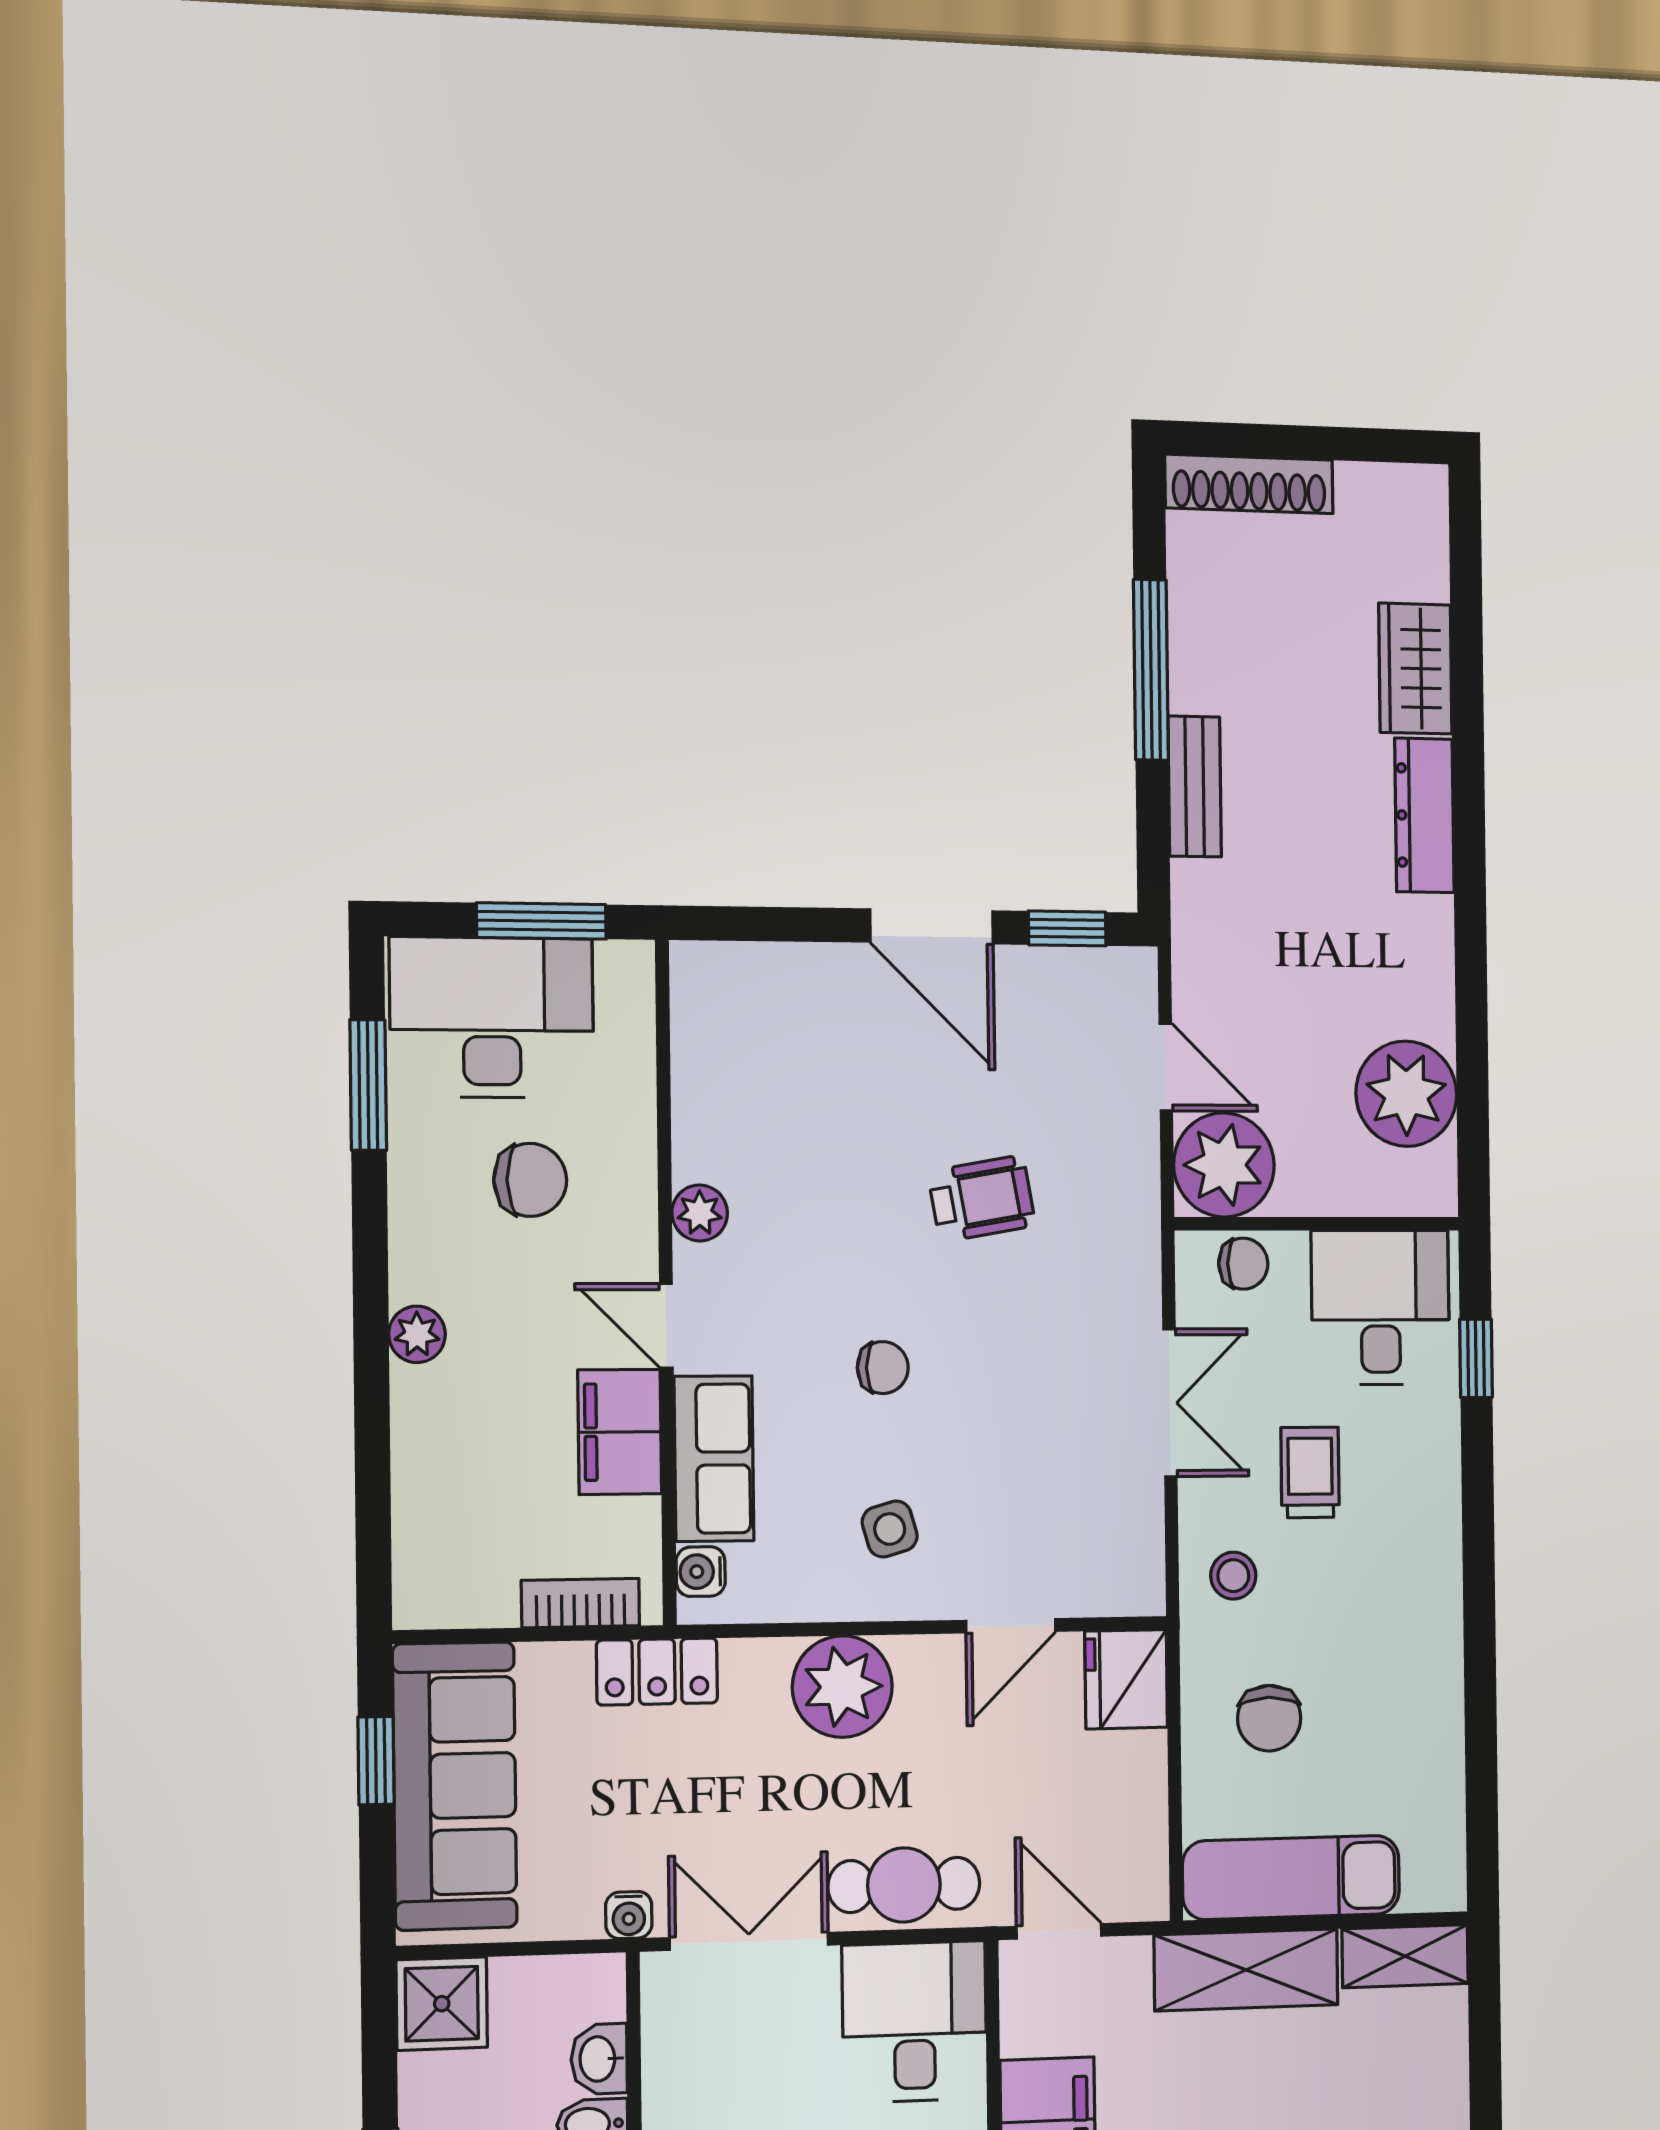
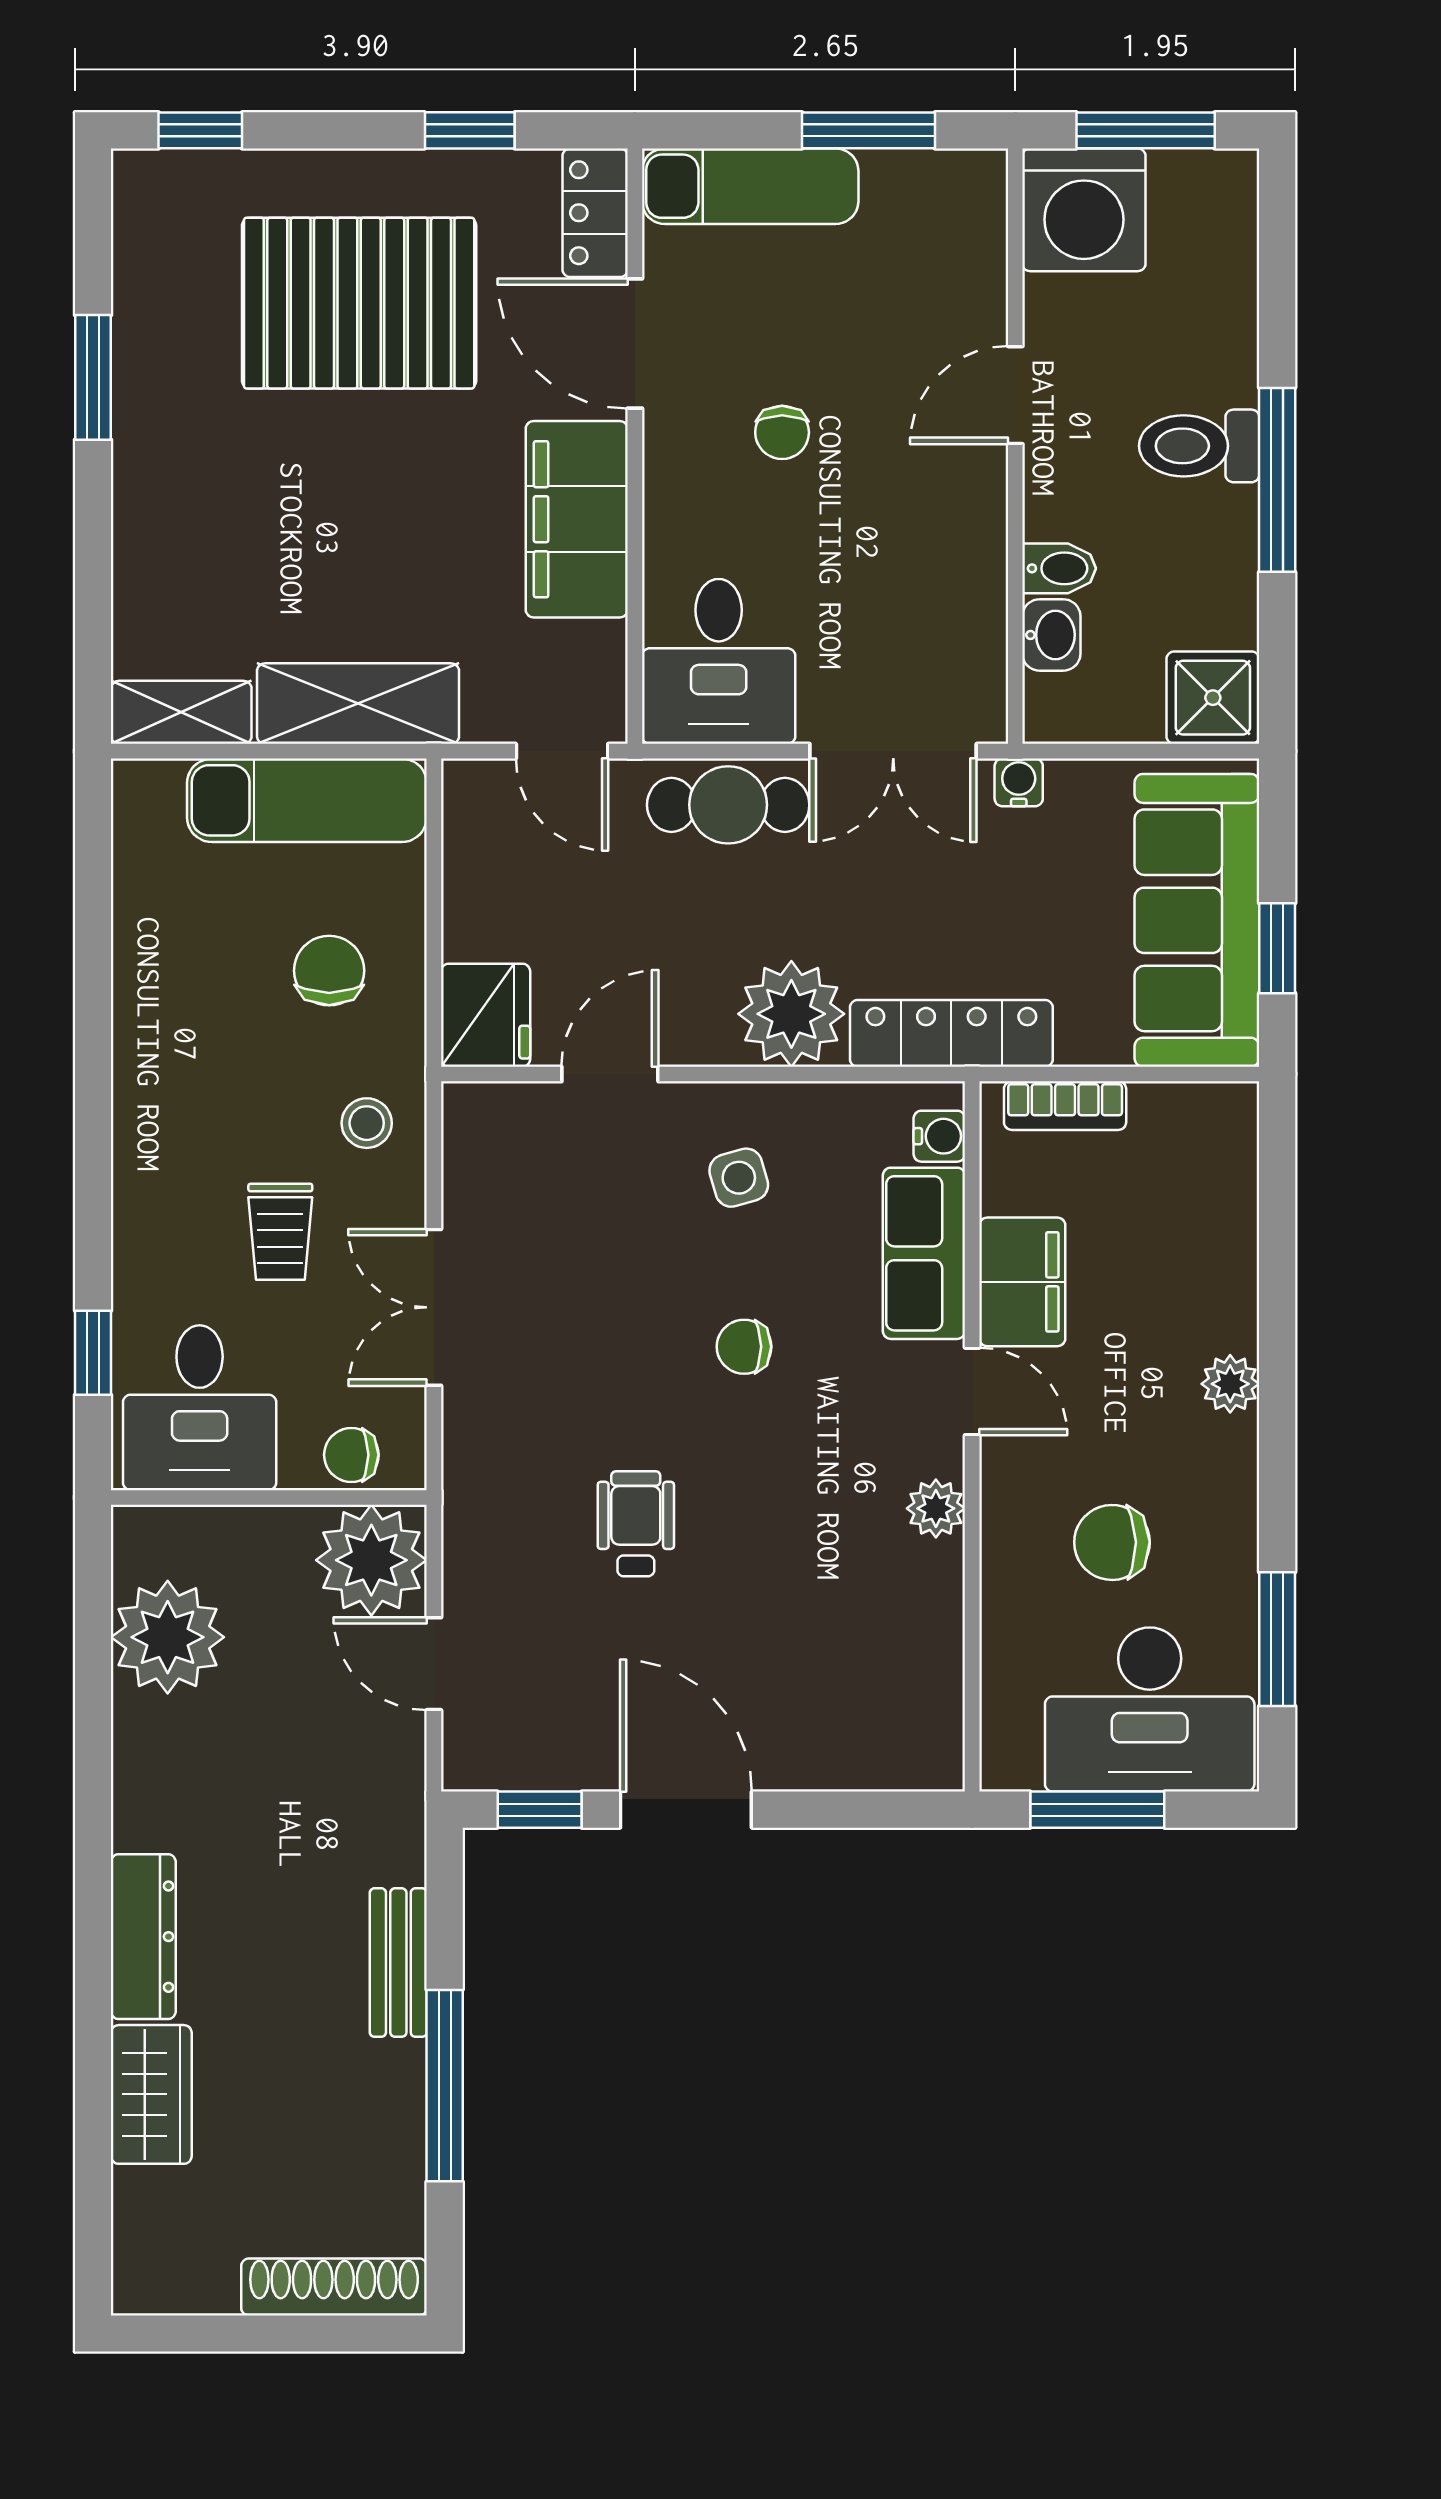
wheelchair: (982, 1199) -> (636, 1524), turned 100
locker: (657, 1672) -> (951, 1033), width x1.53

